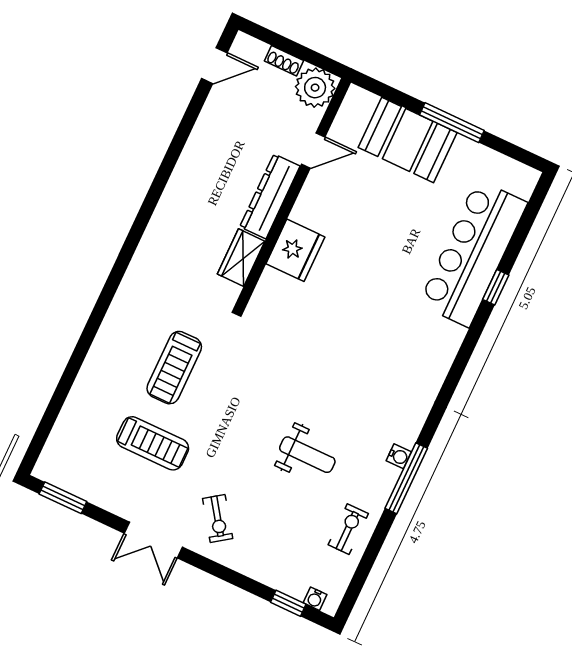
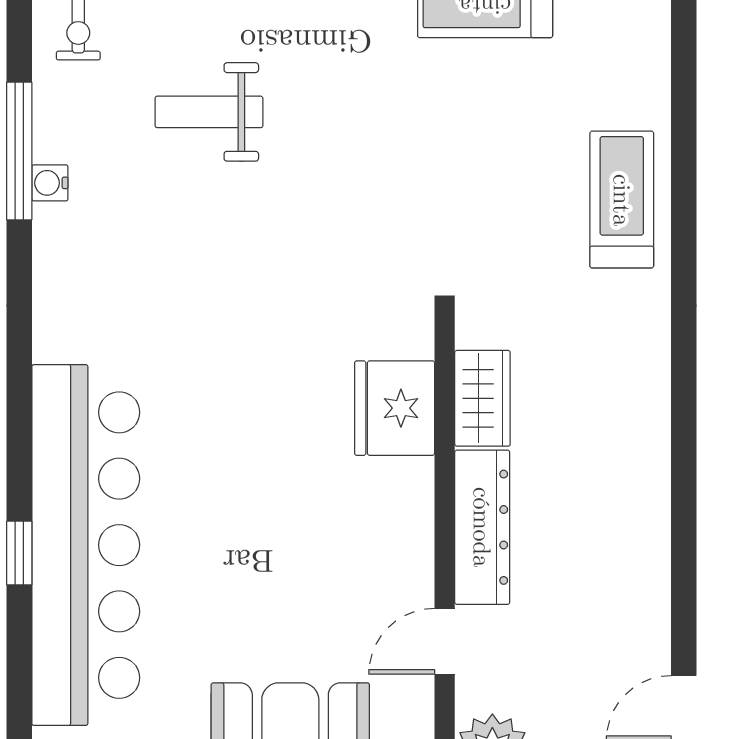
fridge: (295, 250) -> (395, 408), moved
bar counter: (473, 253) -> (86, 545), width x1.36
treadmill: (174, 368) -> (622, 200), moved

